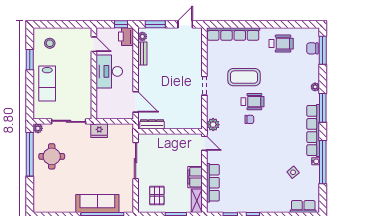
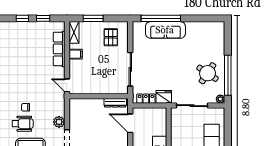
wheelchair: (253, 102) -> (23, 124), turned 180
plant: (213, 125) -> (59, 122), moved
locker: (119, 129) -> (146, 99), added
round table: (52, 156) -> (207, 73), turned 34
filing cabinet: (195, 177) -> (76, 54), width x0.50

